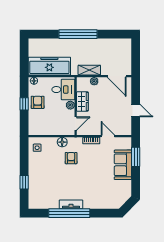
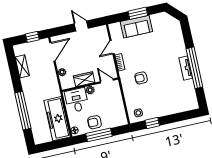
window: (78, 34) -> (23, 111), moved
window: (136, 60) -> (32, 37), added
shelving: (89, 70) -> (22, 66), moved
window: (24, 104) -> (99, 135), width x2.17
door: (136, 110) -> (81, 26), hinge flipped
floor lamp: (62, 142) -> (128, 90), removed
window: (136, 157) -> (138, 13), moved
window: (24, 182) -> (152, 123), moved

